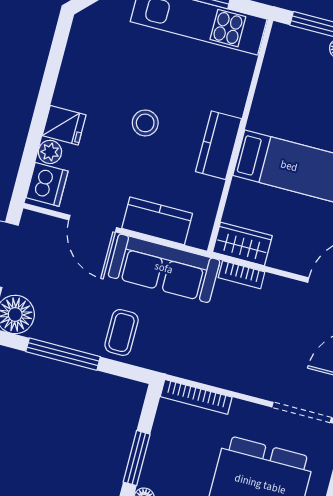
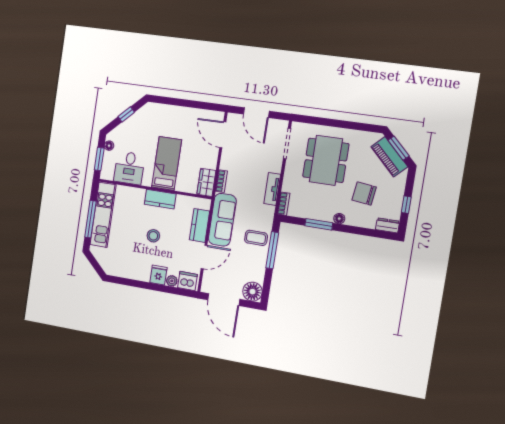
desk: (289, 87) -> (129, 168), added
window: (63, 354) -> (272, 250), moved
tv unit: (215, 374) -> (272, 189), added
bookcase: (196, 397) -> (284, 204), width x0.64

